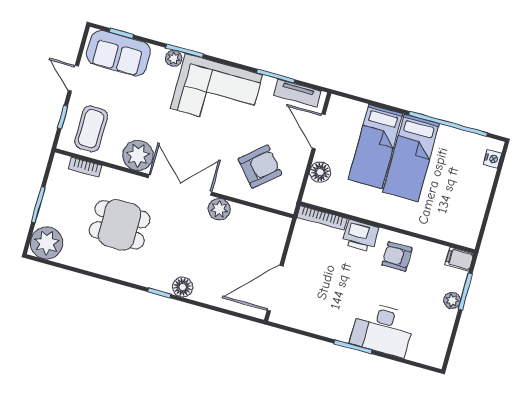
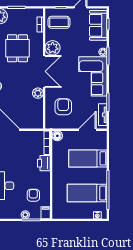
bed: (411, 158) -> (87, 193), moved
armchair: (260, 167) -> (63, 107), turned -139
floor lamp: (320, 172) -> (57, 136), moved
armchair: (397, 256) -> (33, 195), moved

